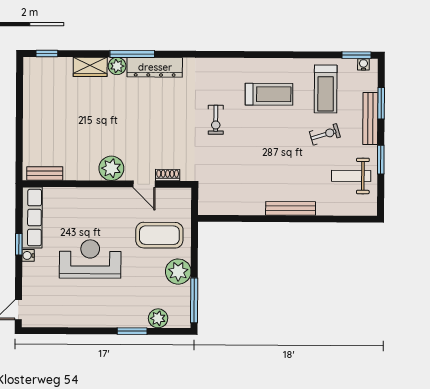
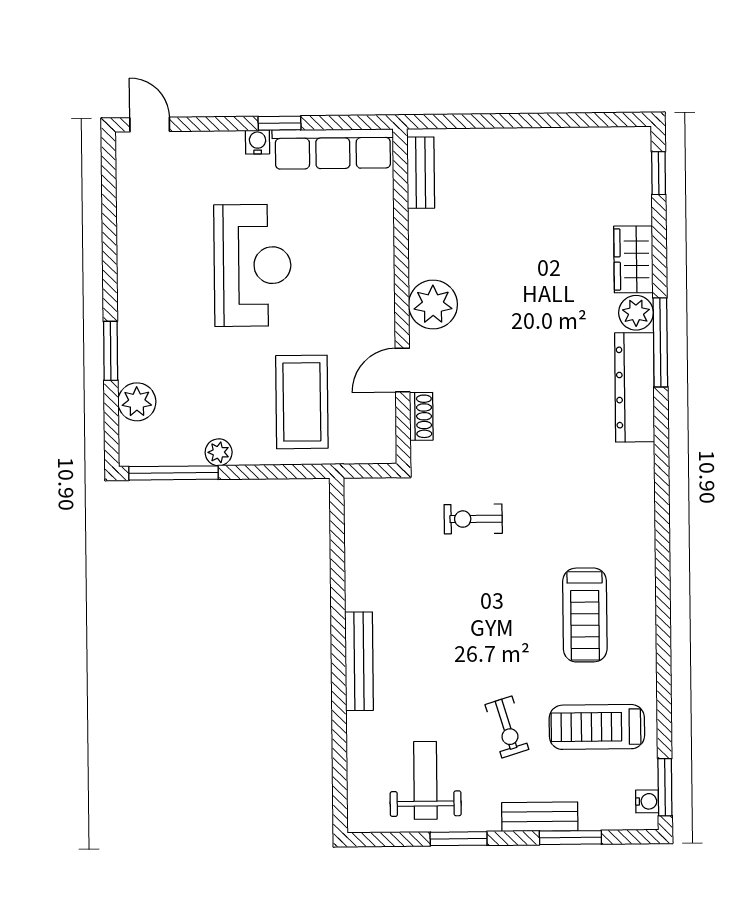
bench: (370, 119) -> (540, 817), width x0.73
exercise bike: (216, 120) -> (473, 519), moved
plant: (178, 272) -> (219, 452), width x0.53, depth x0.53

